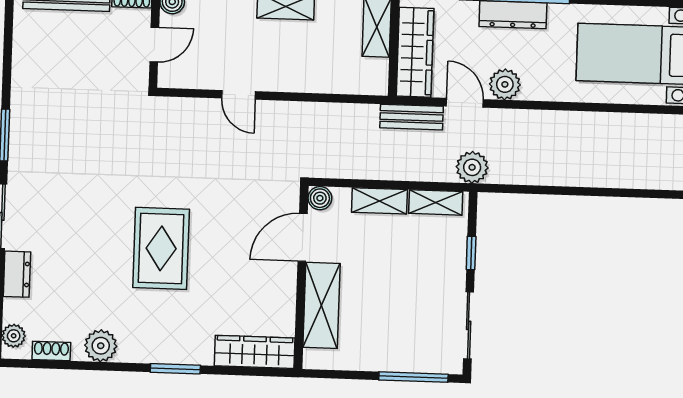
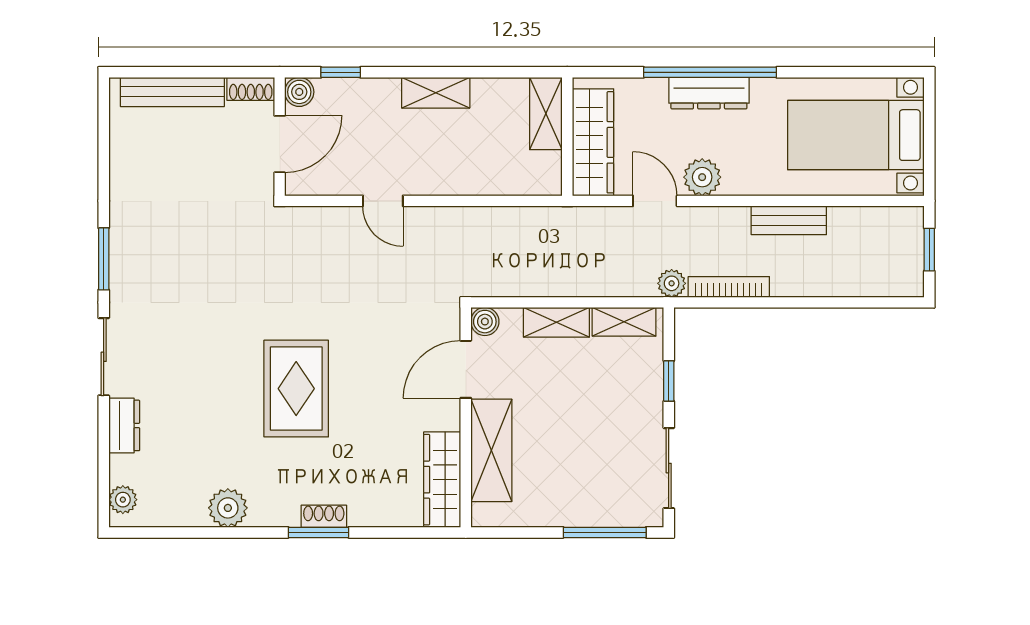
door: (154, 45) -> (280, 144), width x1.38
bench: (412, 117) -> (789, 220), moved
plant: (472, 167) -> (672, 283), width x0.73, depth x0.73
bookcase: (524, 176) -> (729, 287), added
shoe rack: (51, 351) -> (324, 516), moved
wardrobe: (255, 352) -> (442, 480), moved, turned -90

